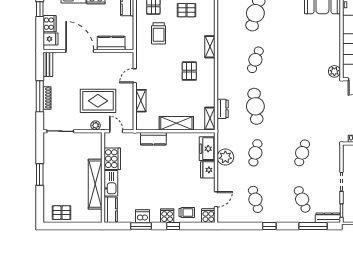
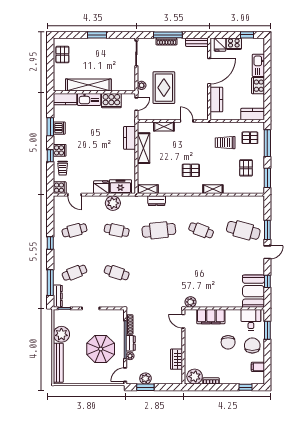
shelving: (176, 123) -> (144, 148), moved

